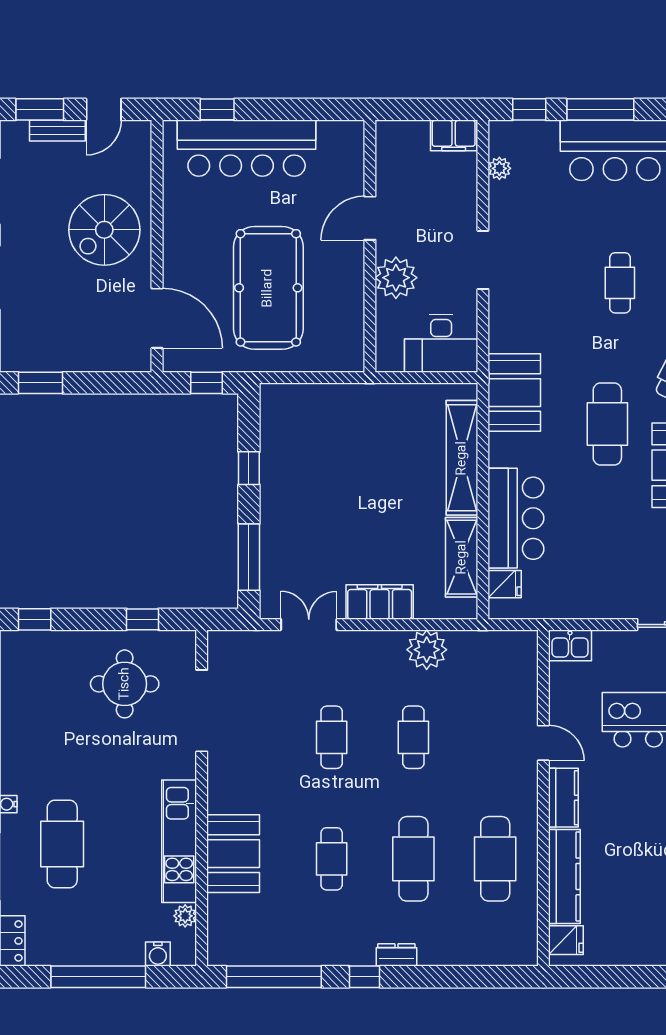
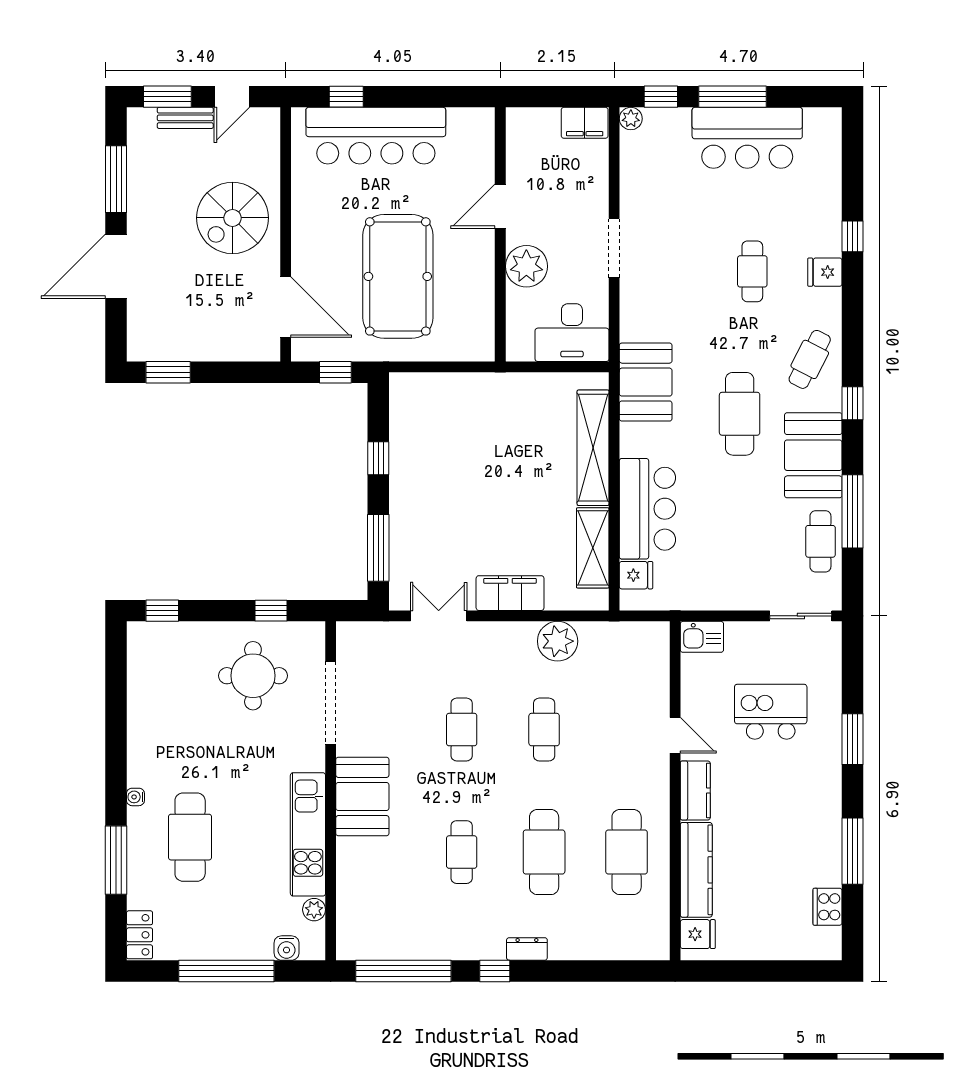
plant: (499, 168) -> (631, 119), moved
booth: (233, 854) -> (362, 797), moved

